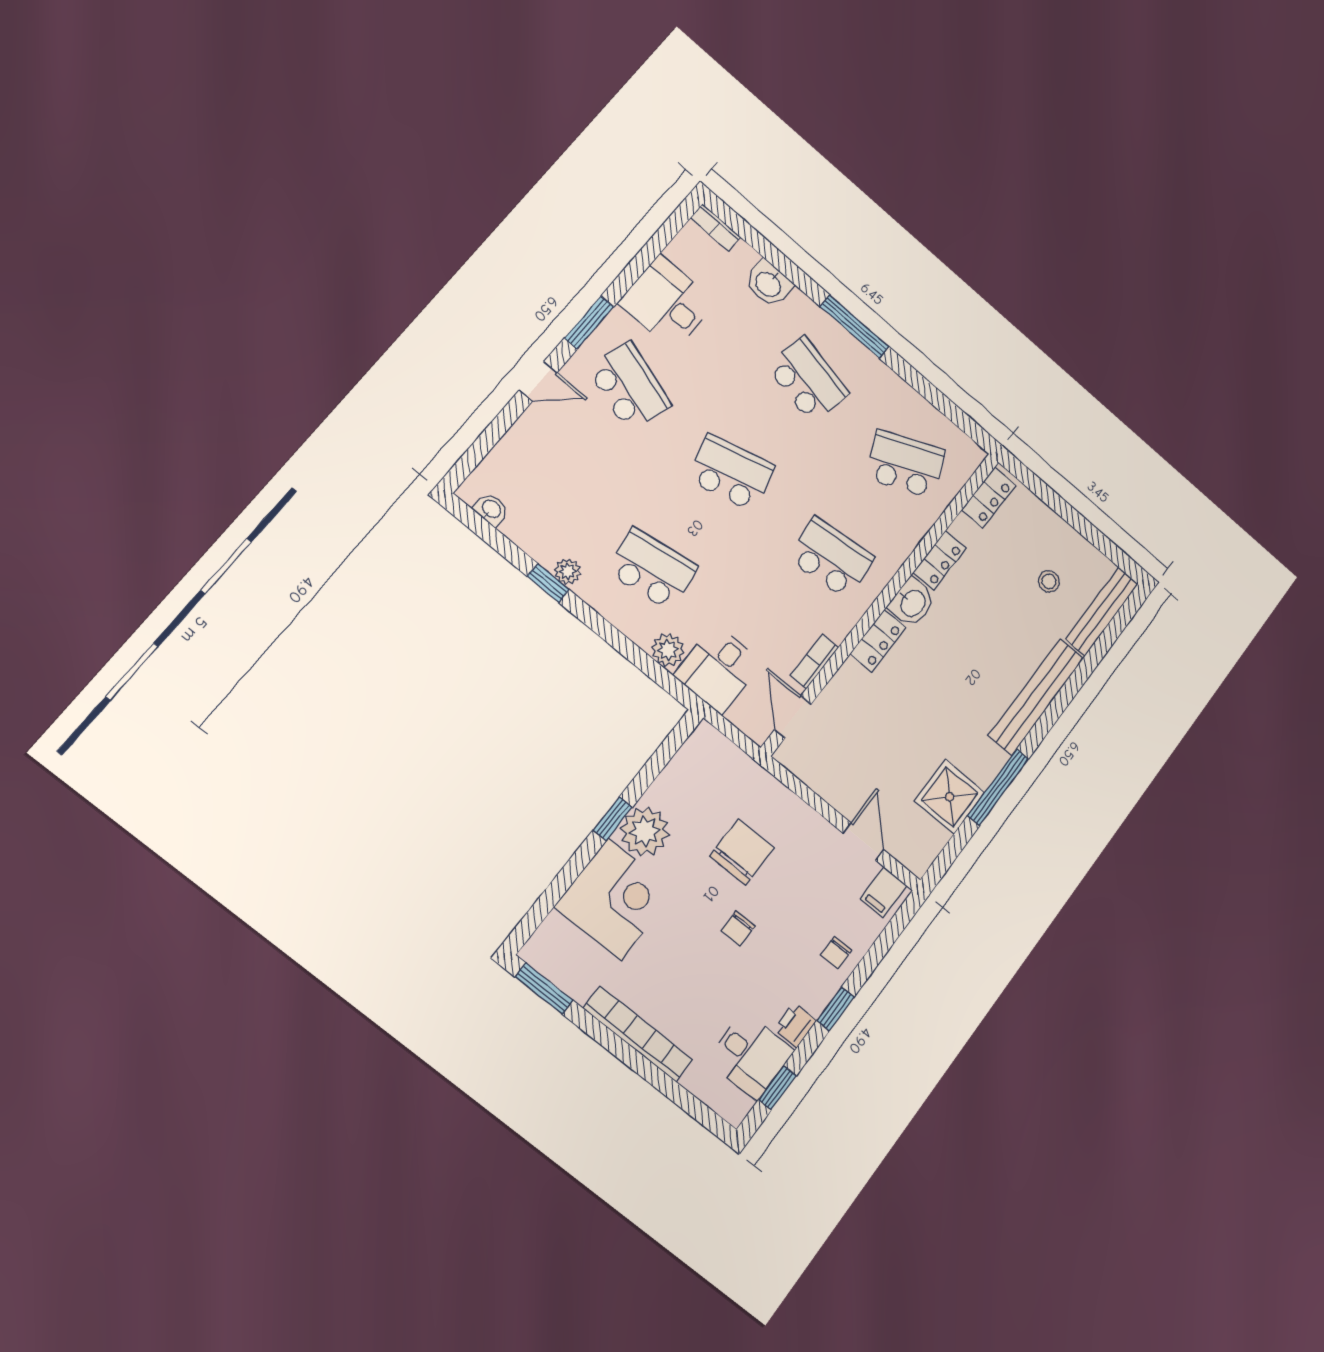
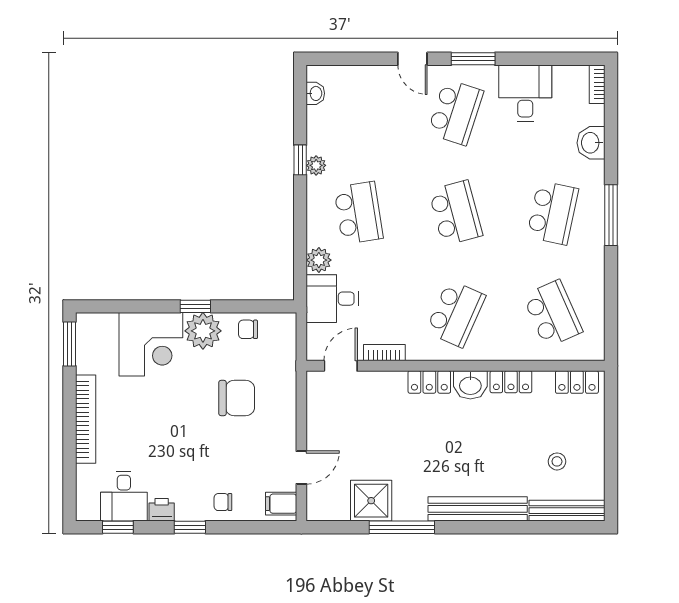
school desk: (831, 558) -> (456, 314), turned 30
chair: (738, 928) -> (248, 329), moved

